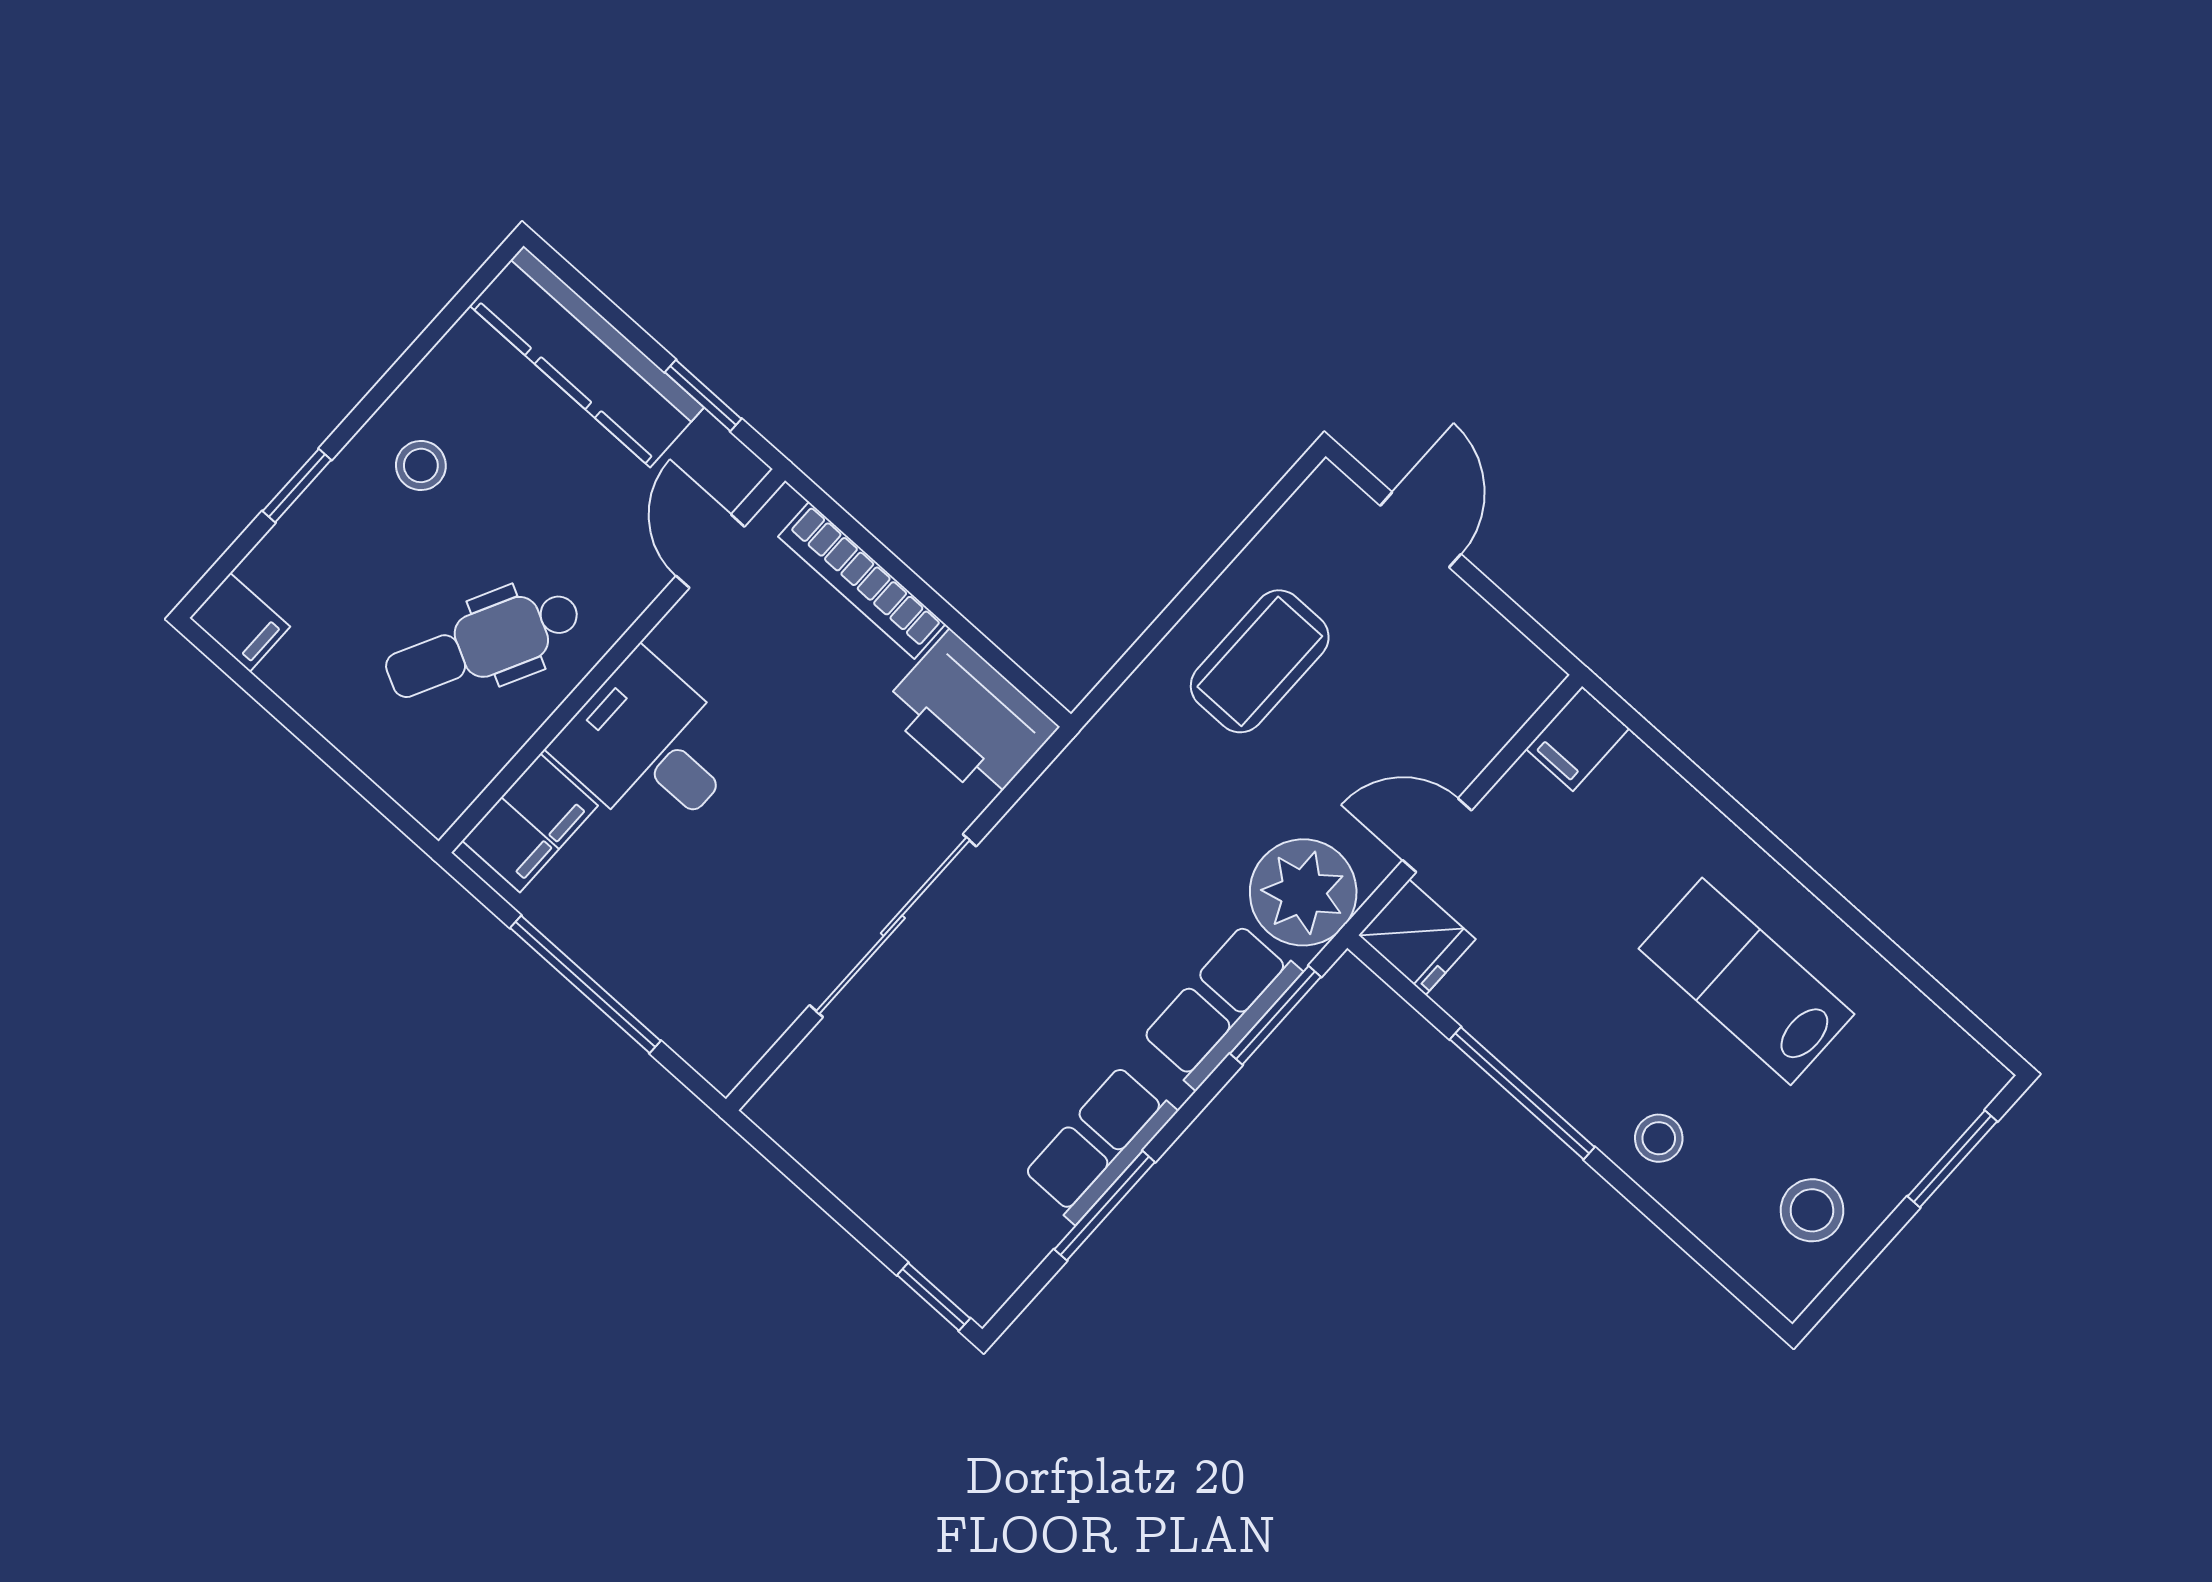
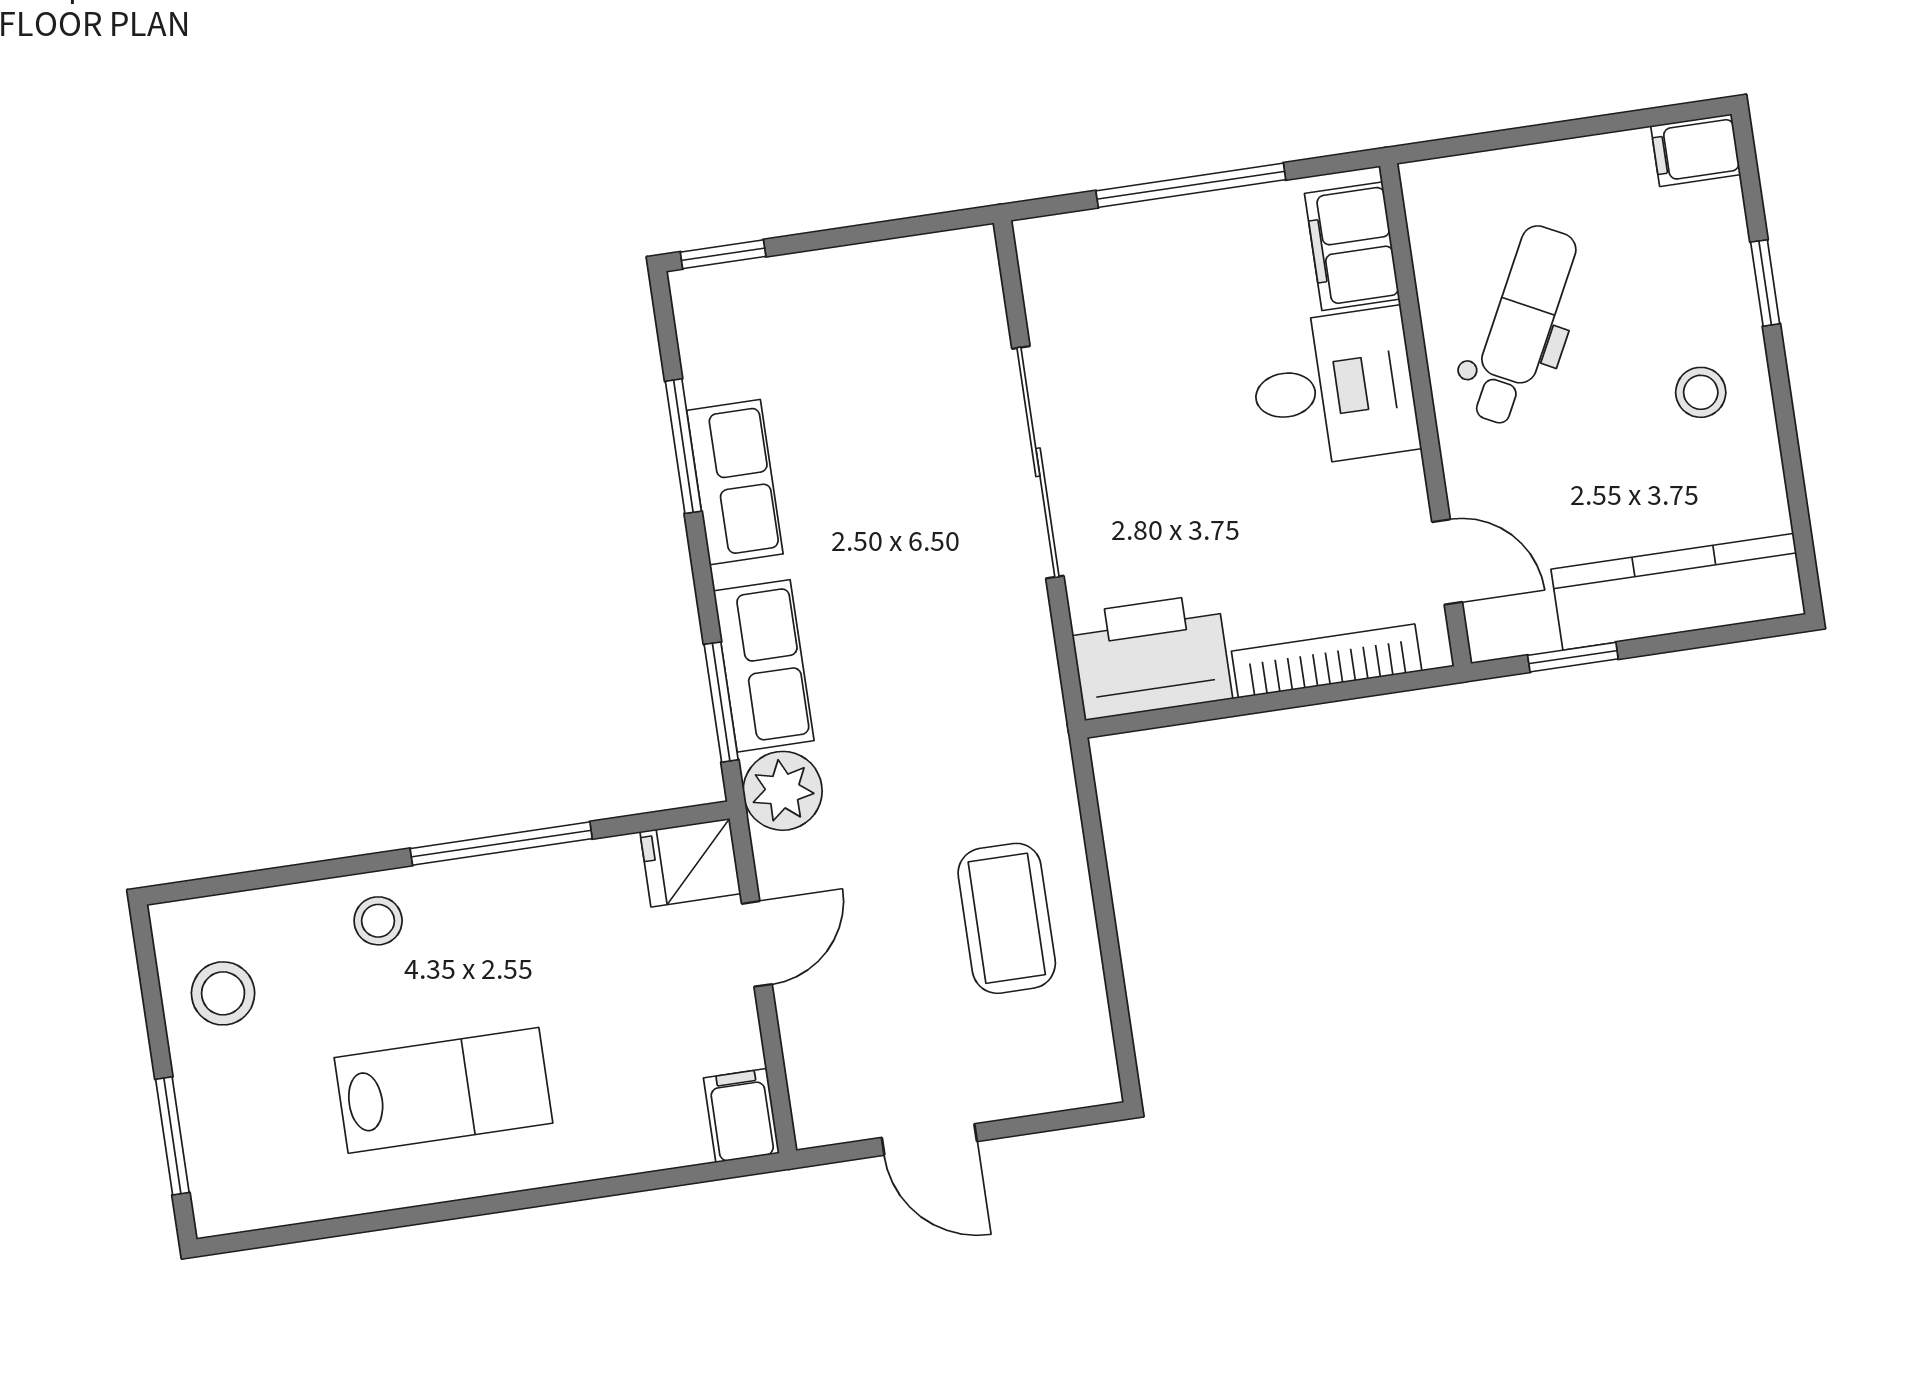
door: (1421, 530) -> (929, 1140), moved
plant: (1303, 892) -> (783, 791), width x0.73, depth x0.73

